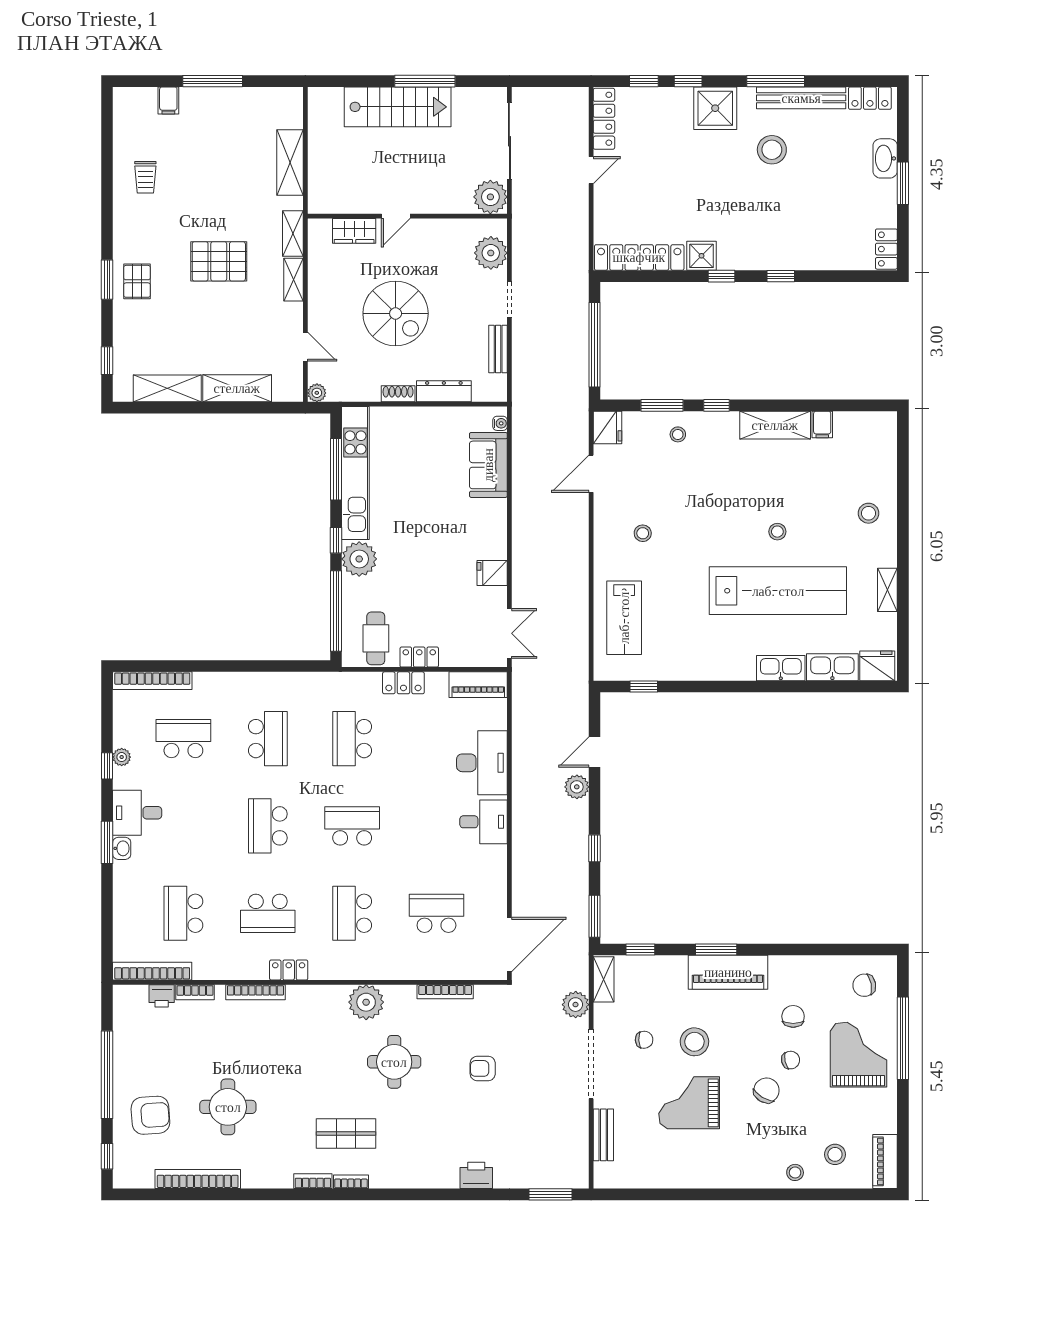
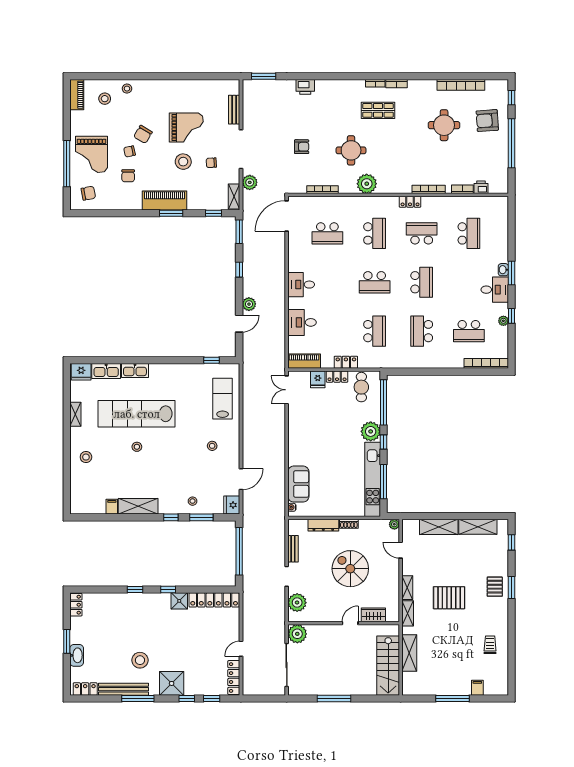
stairs: (398, 107) -> (388, 666), moved, turned -90
fridge: (492, 573) -> (318, 379), moved, turned 90
desk: (482, 763) -> (302, 322), width x0.73
bookcase: (152, 971) -> (486, 201), removed

